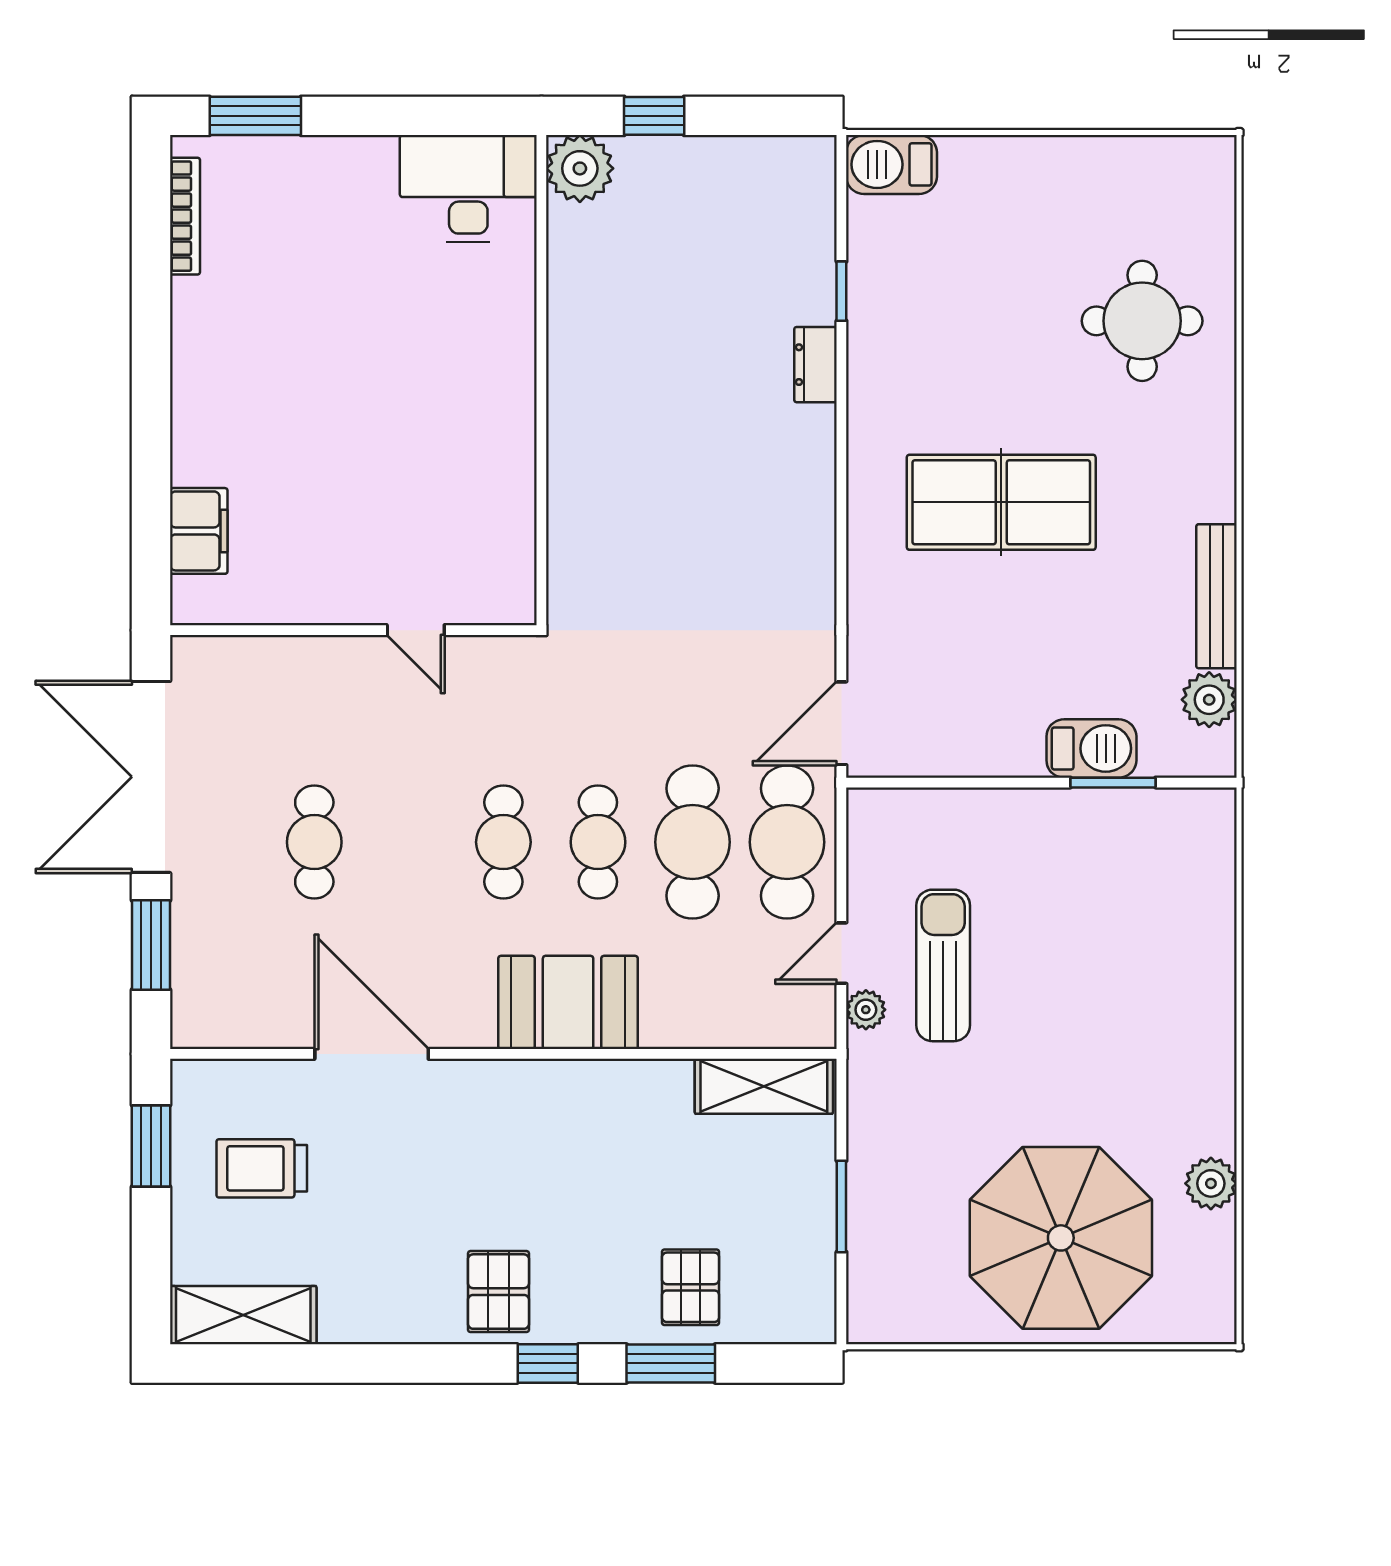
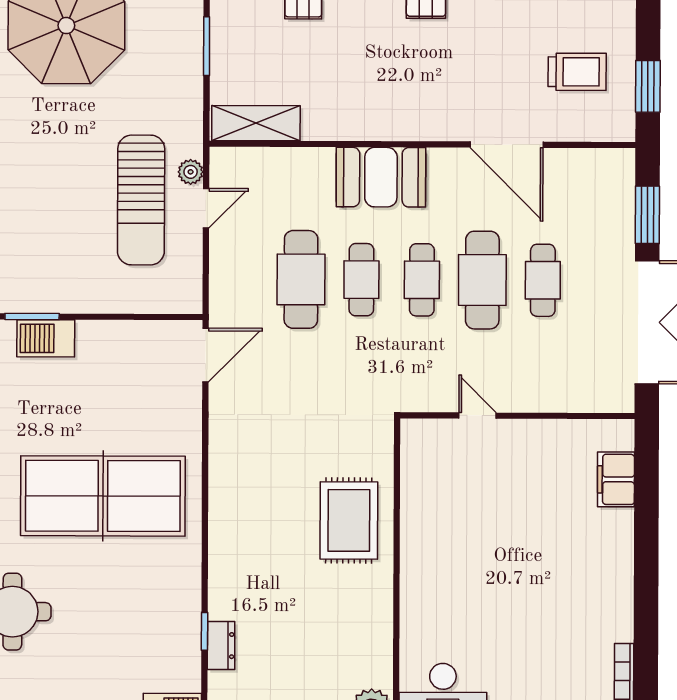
dresser: (816, 365) -> (221, 646), moved
rug: (616, 465) -> (349, 520), added
table tennis table: (1001, 502) -> (103, 496), width x1.36, depth x1.32
cafe table: (787, 842) -> (482, 280), moved
sun lounger: (943, 965) -> (141, 200), width x1.36, depth x1.34

